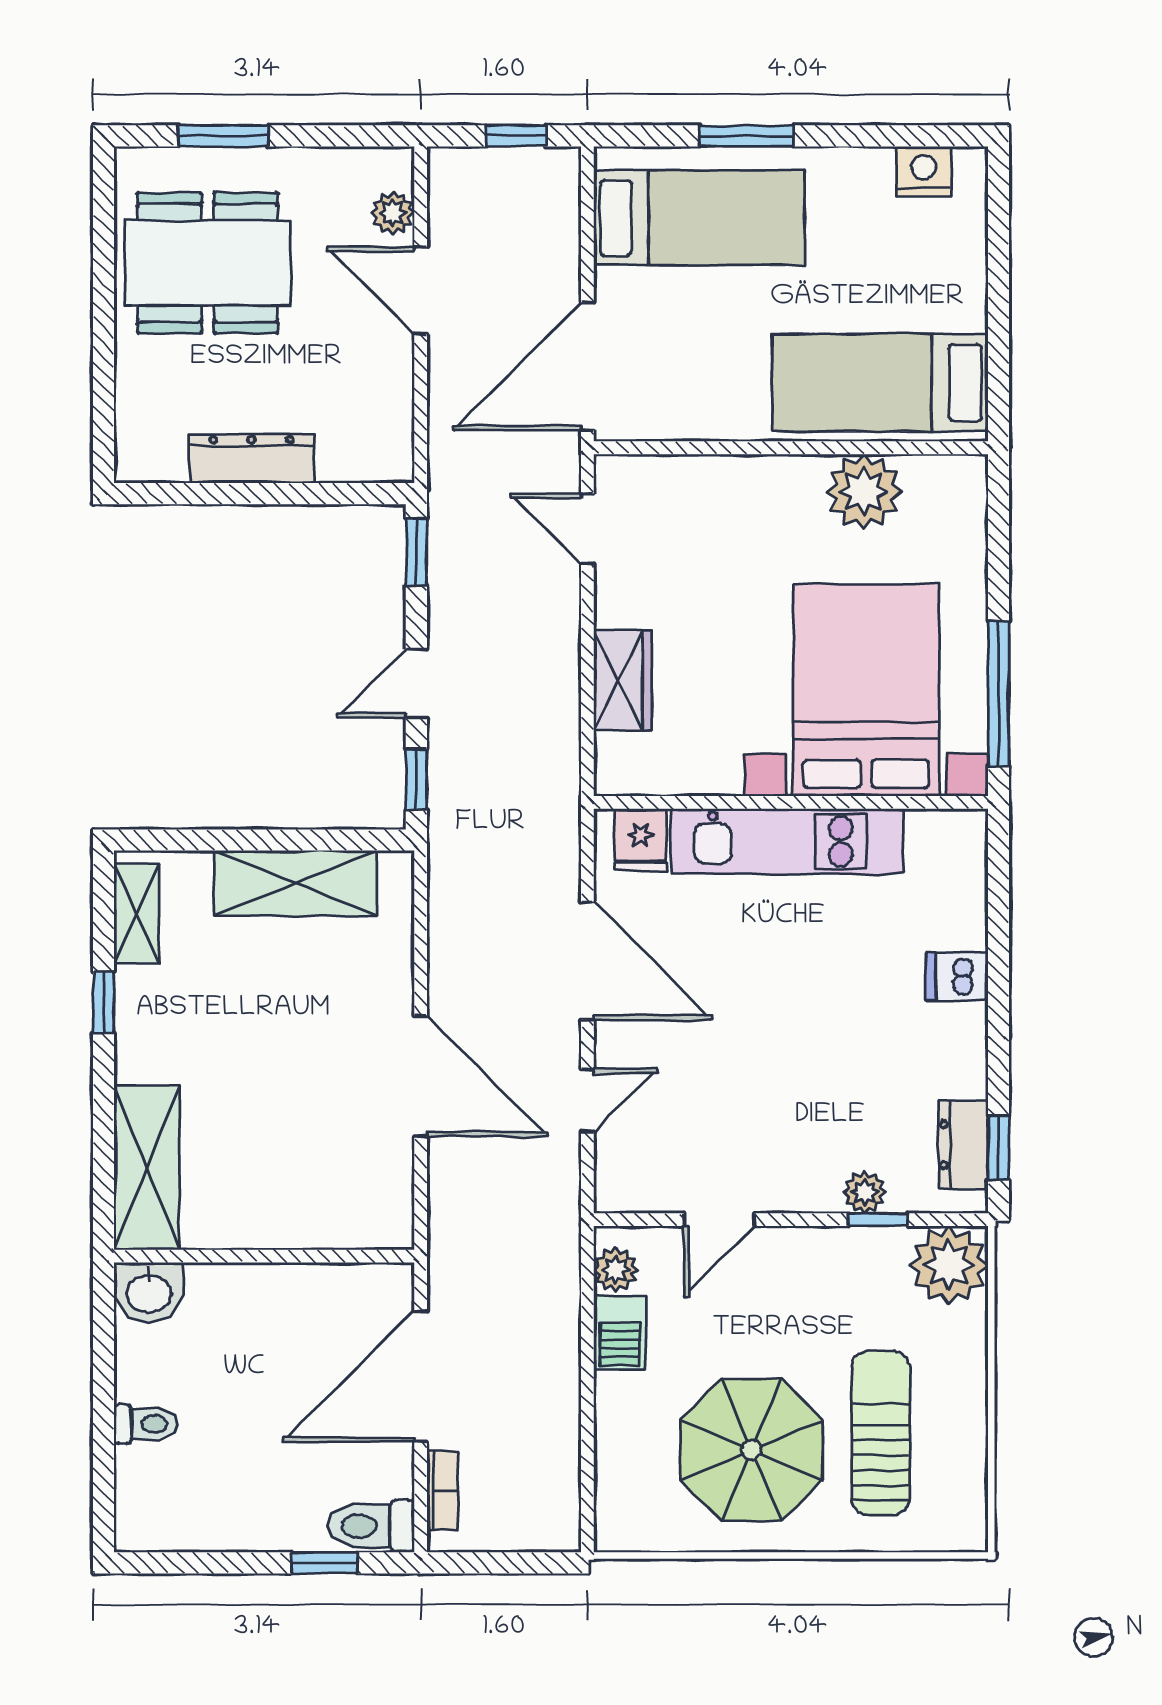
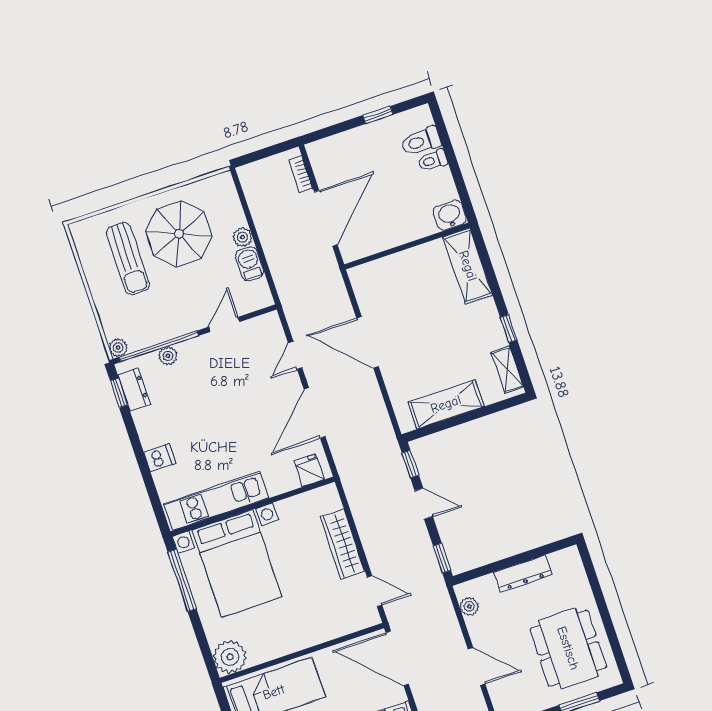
plant: (393, 213) -> (469, 606), moved
dining table: (208, 263) -> (568, 648), turned 90
door: (587, 366) -> (397, 658), swing flipped
plant: (864, 492) -> (230, 657), moved
wardrobe: (623, 680) -> (342, 544), width x1.50
door: (416, 683) -> (424, 504), hinge flipped
kitchen unit: (787, 841) -> (216, 501), moved
door: (587, 961) -> (315, 413), hinge flipped
window: (878, 1220) -> (159, 346), width x3.17
plant: (949, 1265) -> (118, 348), width x0.53, depth x0.53
plant: (616, 1270) -> (242, 237), moved
toilet: (371, 1526) -> (421, 141), moved, turned 180
window: (324, 1563) -> (378, 115), moved

